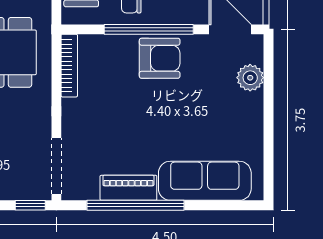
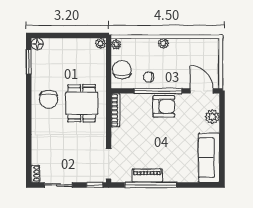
sofa: (205, 181) -> (209, 158), moved, turned -90

